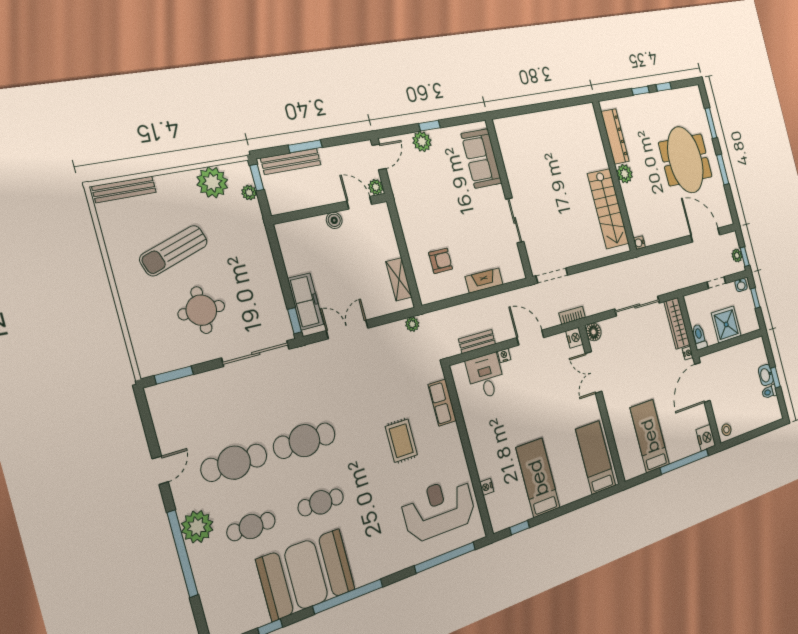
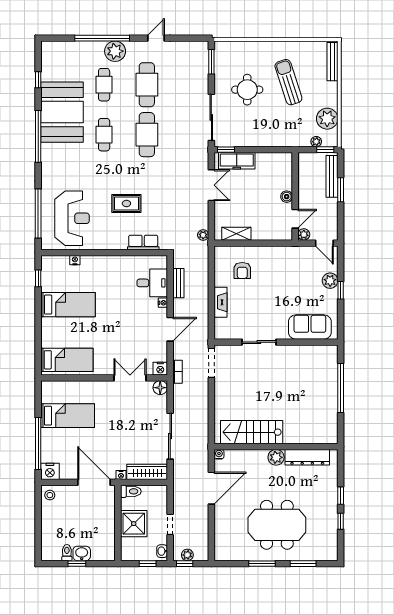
window: (536, 108) -> (341, 388), added
door: (705, 235) -> (211, 488), moved
door: (160, 470) -> (156, 38), swing flipped

